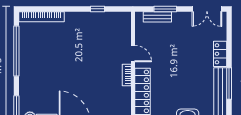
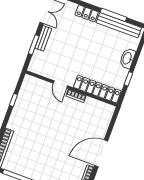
bench: (157, 17) -> (43, 38), moved
door: (133, 54) -> (60, 84), swing flipped

